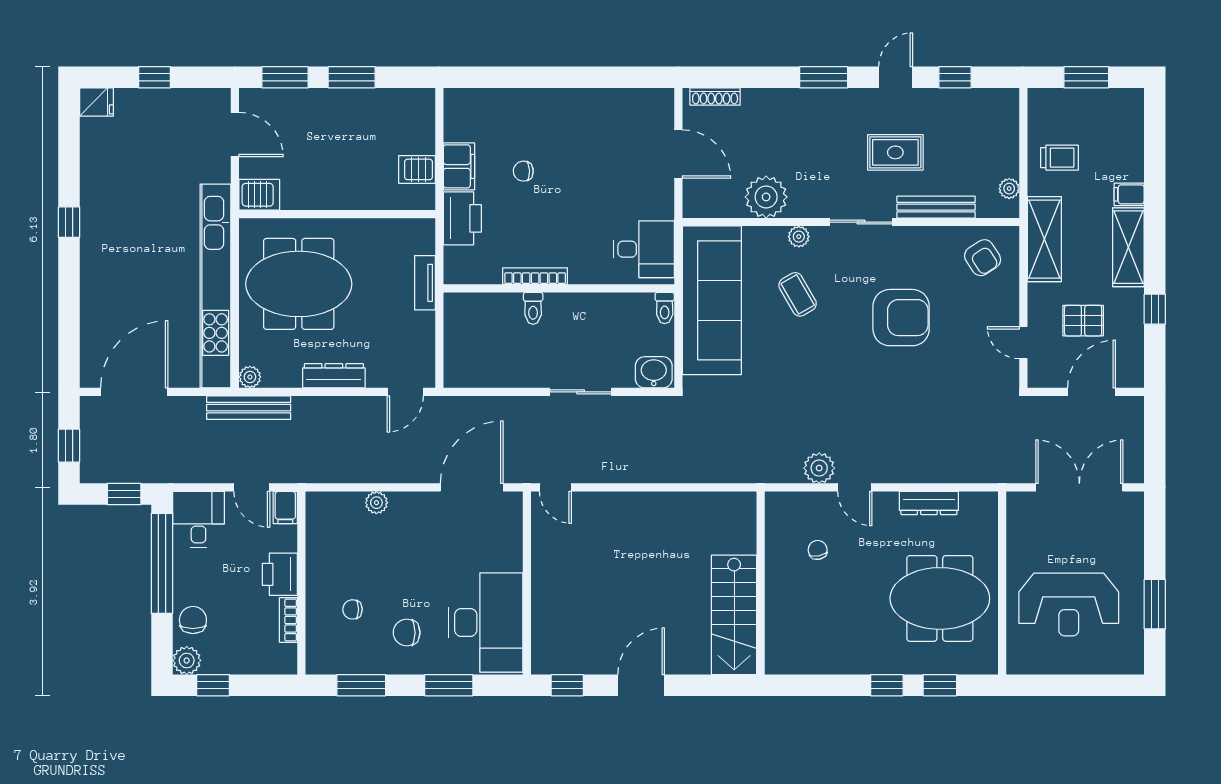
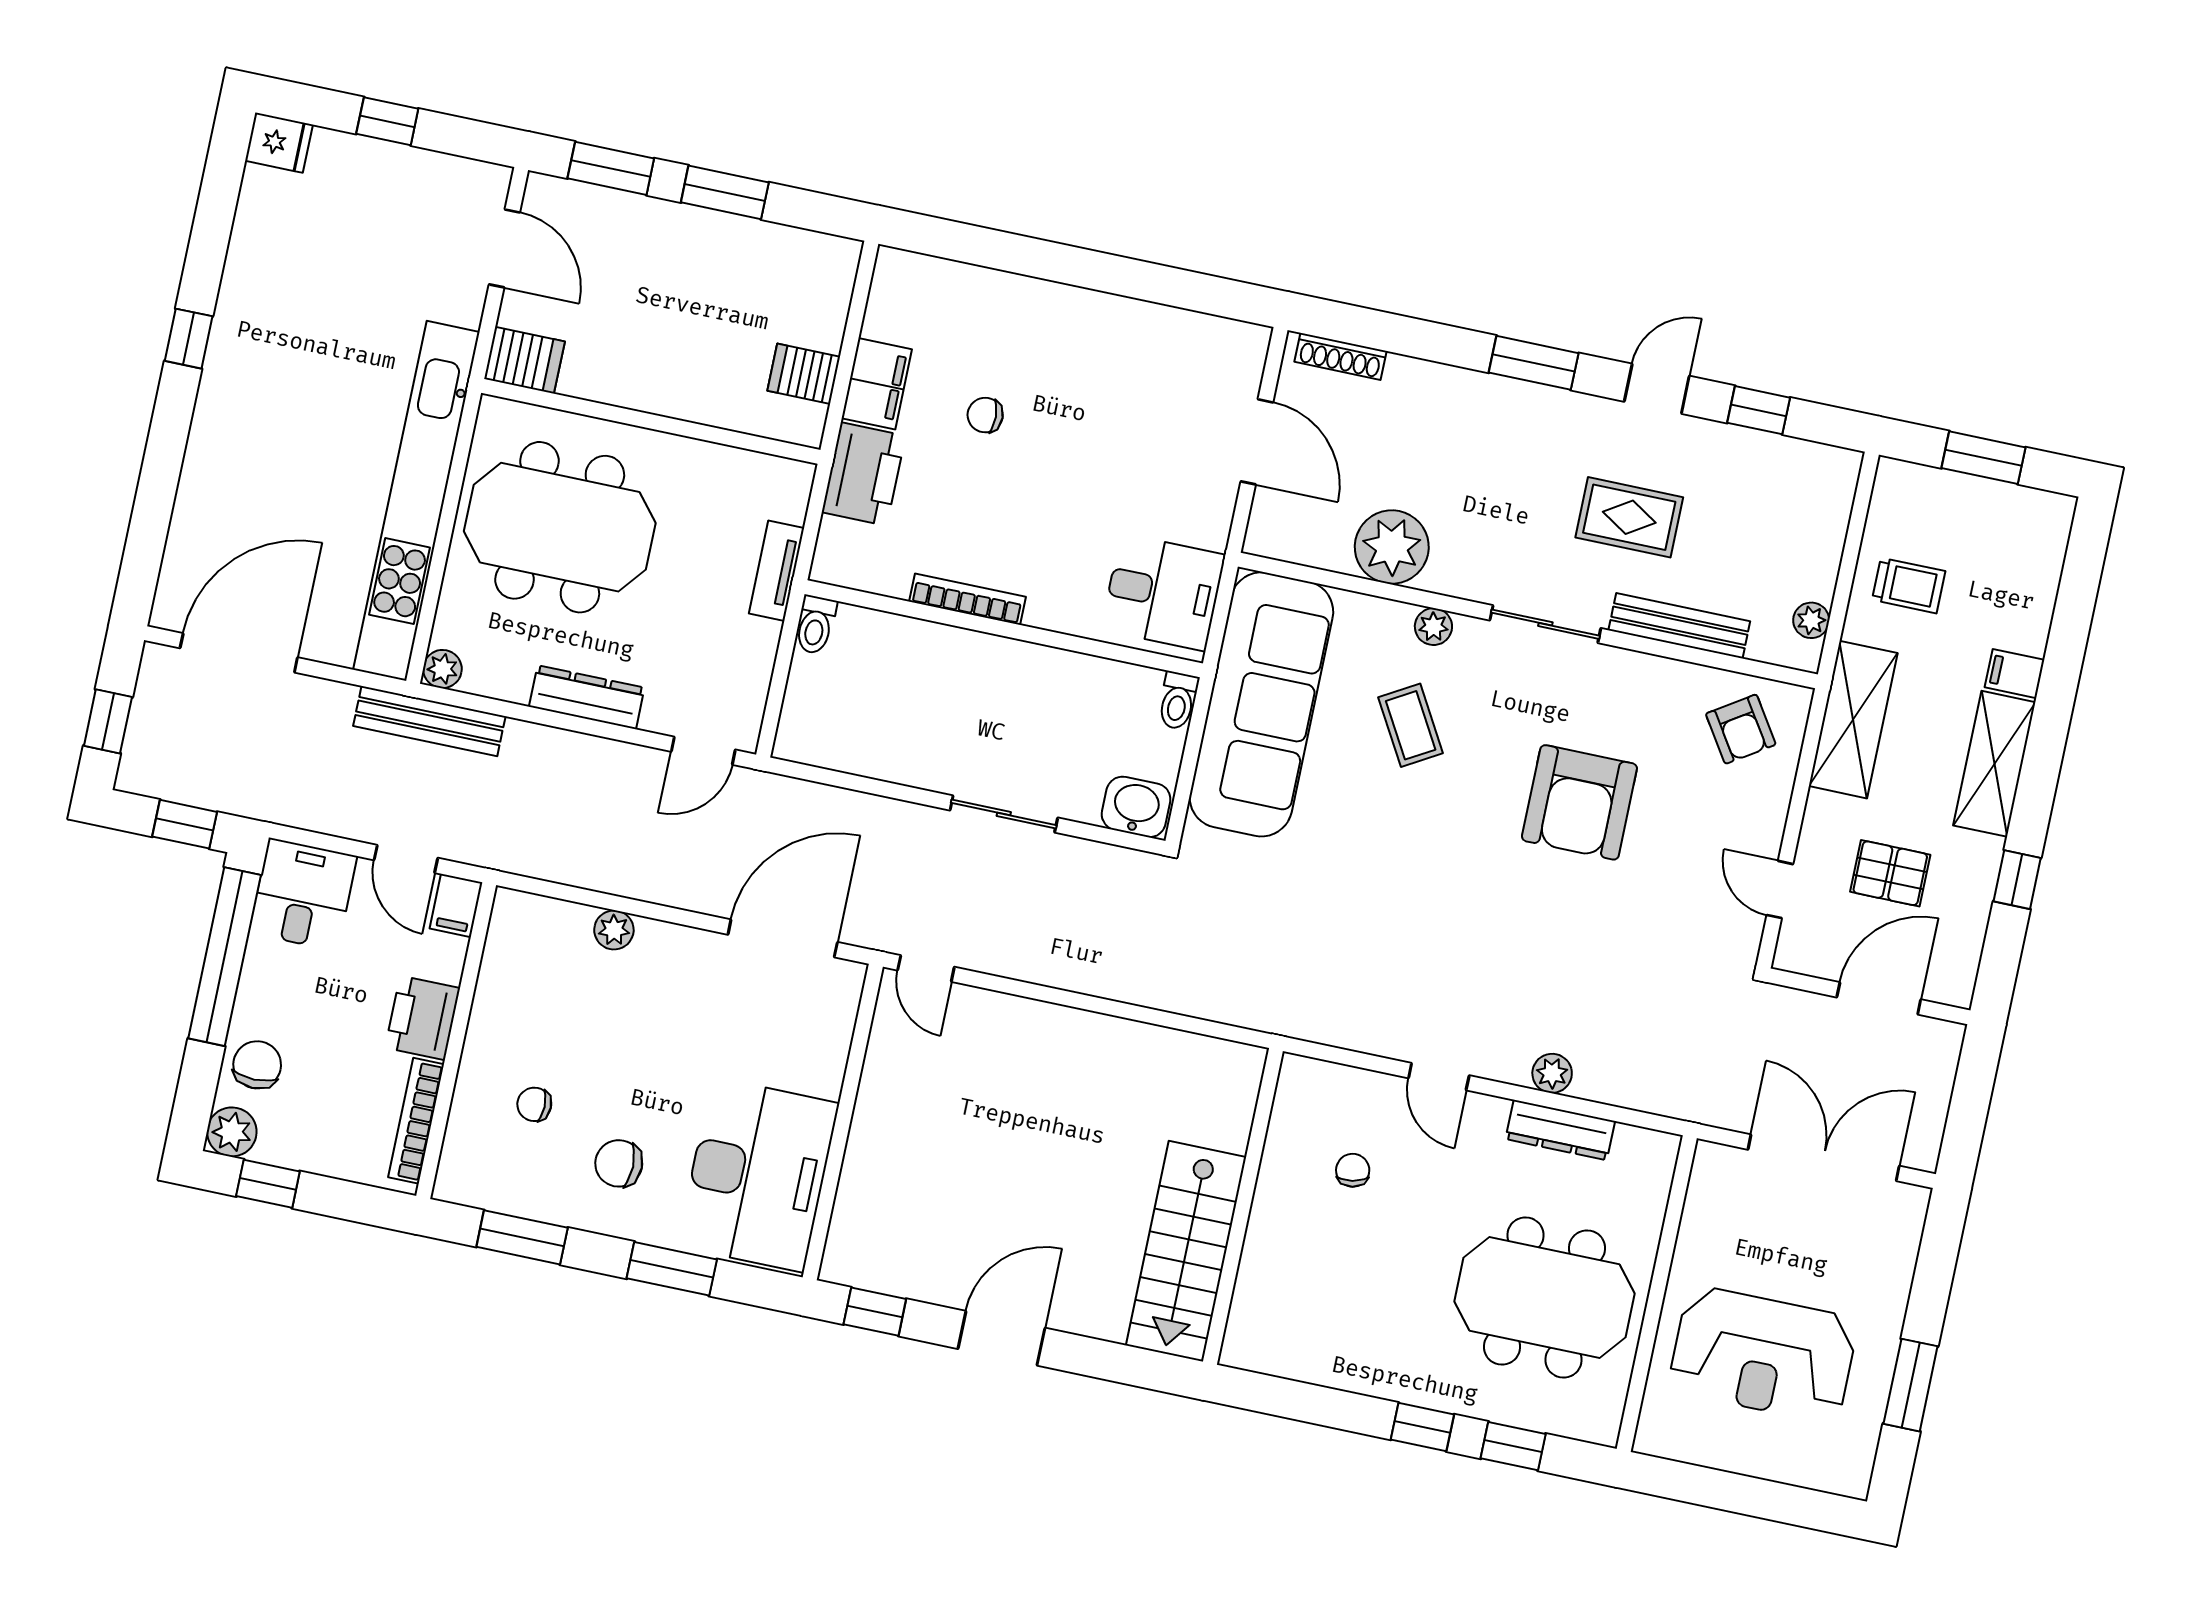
toilet: (533, 308) -> (815, 625), moved
armchair: (901, 318) -> (1579, 802), turned 90
plant: (819, 468) -> (1552, 1073), moved, width x0.73, depth x0.73
bookcase: (288, 620) -> (416, 1121), width x1.56

